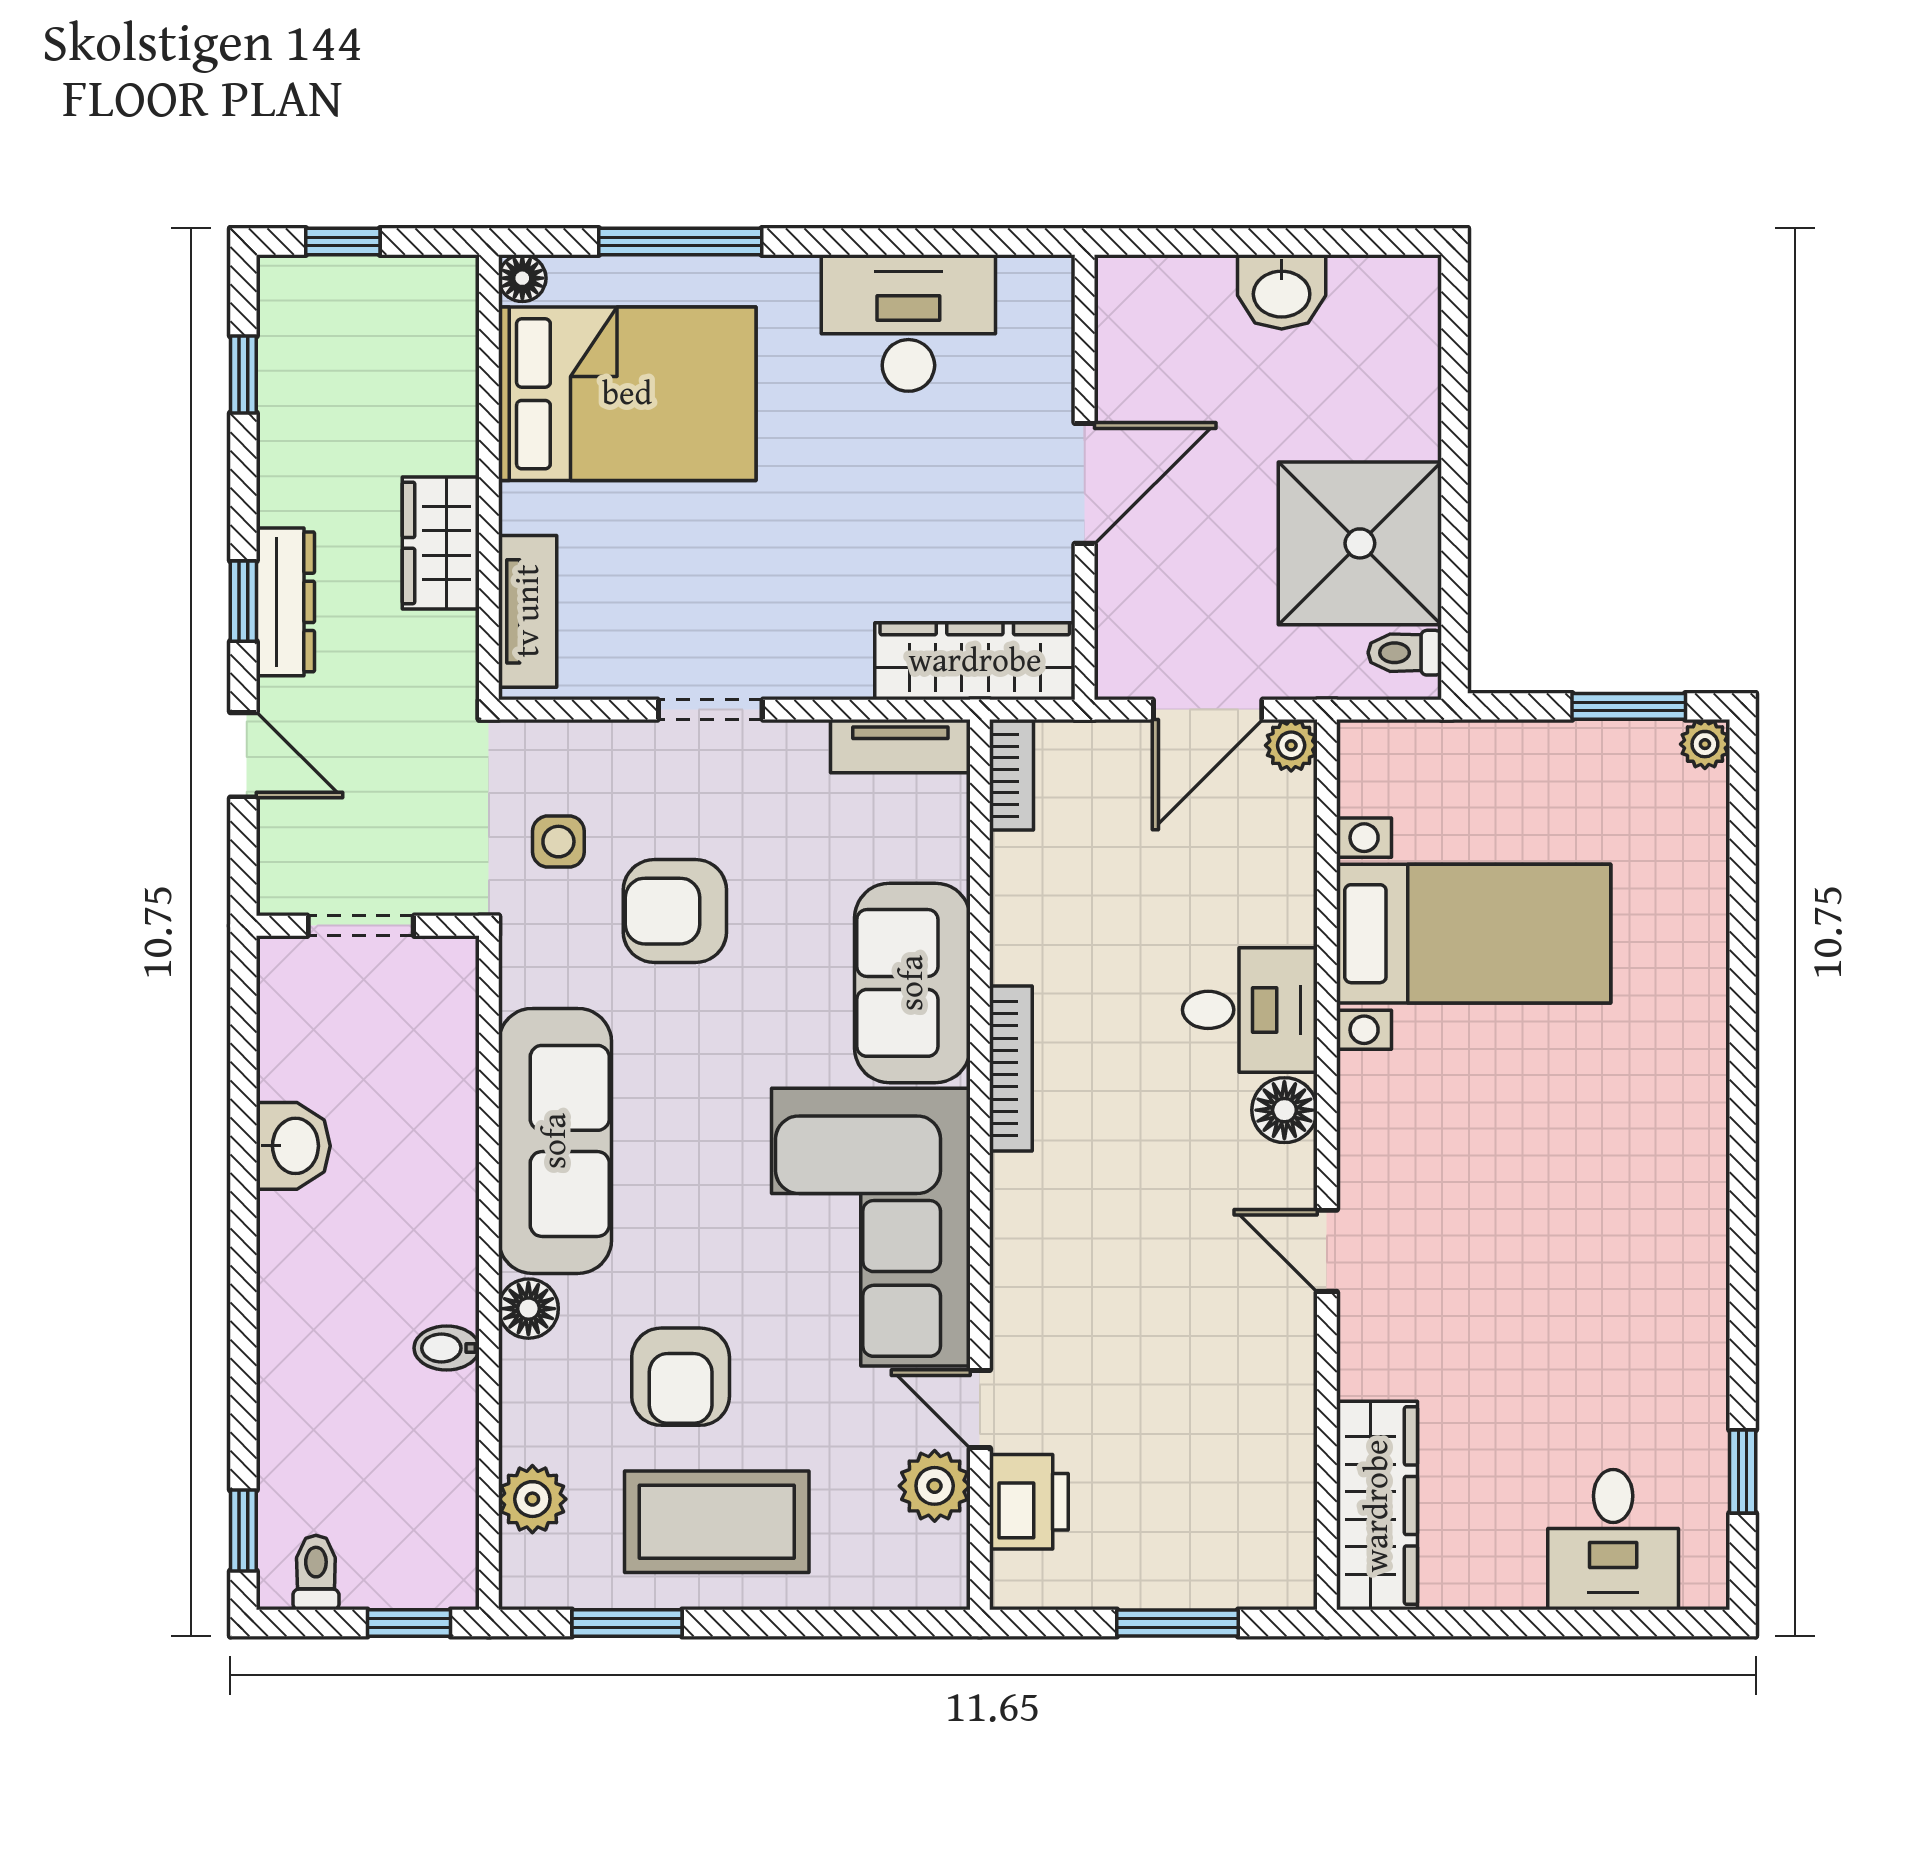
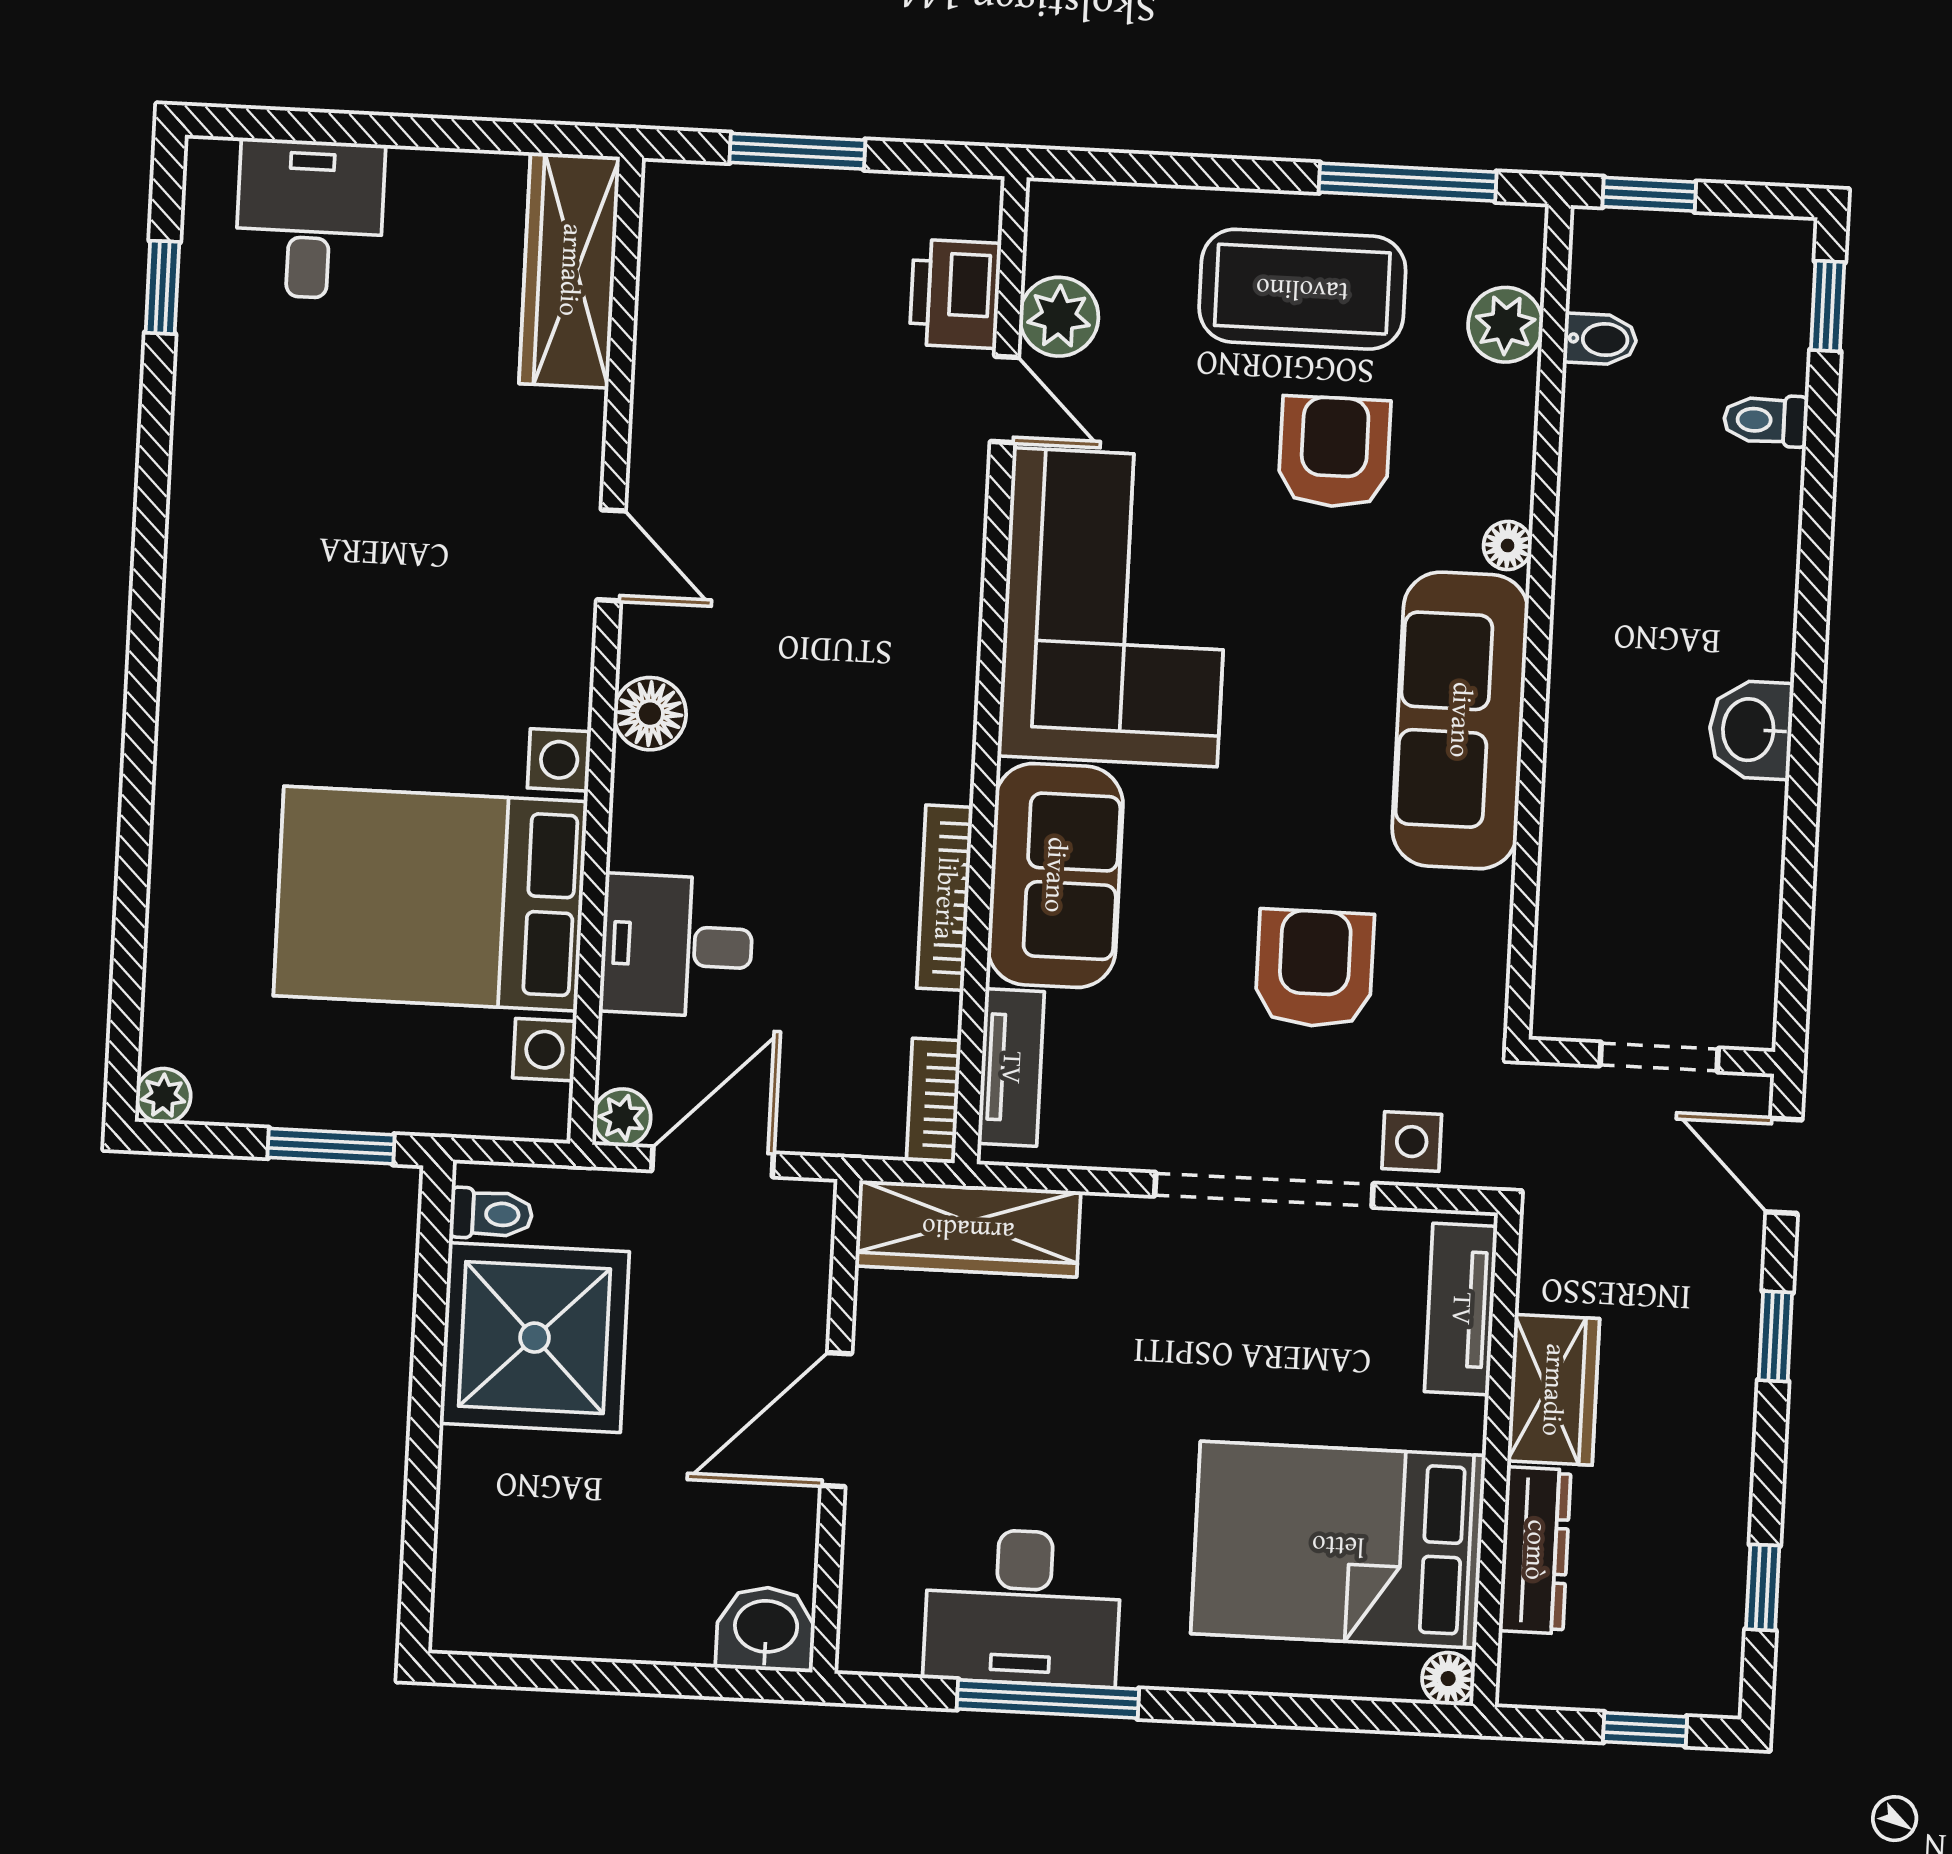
window: (680, 242) -> (1048, 1699), moved
washbasin: (1282, 292) -> (766, 1629), moved
dresser: (285, 602) -> (1535, 1550), moved, turned 180
window: (1629, 706) -> (331, 1146), moved
doorway: (710, 710) -> (1264, 1190), width x1.88
tv unit: (900, 746) -> (1011, 1068), moved, turned 90
side table: (558, 842) -> (1412, 1142), moved
armchair: (675, 911) -> (1314, 969), turned -90
doorway: (361, 926) -> (1659, 1057), moved
wall: (368, 926) -> (1651, 1057), moved
bed with nightstands: (1474, 934) -> (430, 899), width x1.36
desk: (1250, 1010) -> (677, 946), moved
bookcase: (1011, 1069) -> (945, 898), moved
floor lamp: (528, 1309) -> (1508, 546), width x0.73, depth x0.73
bidet: (447, 1348) -> (1600, 339), moved
toilet: (316, 1573) -> (1766, 420), moved, turned 90
window: (627, 1623) -> (1408, 182), width x1.44

